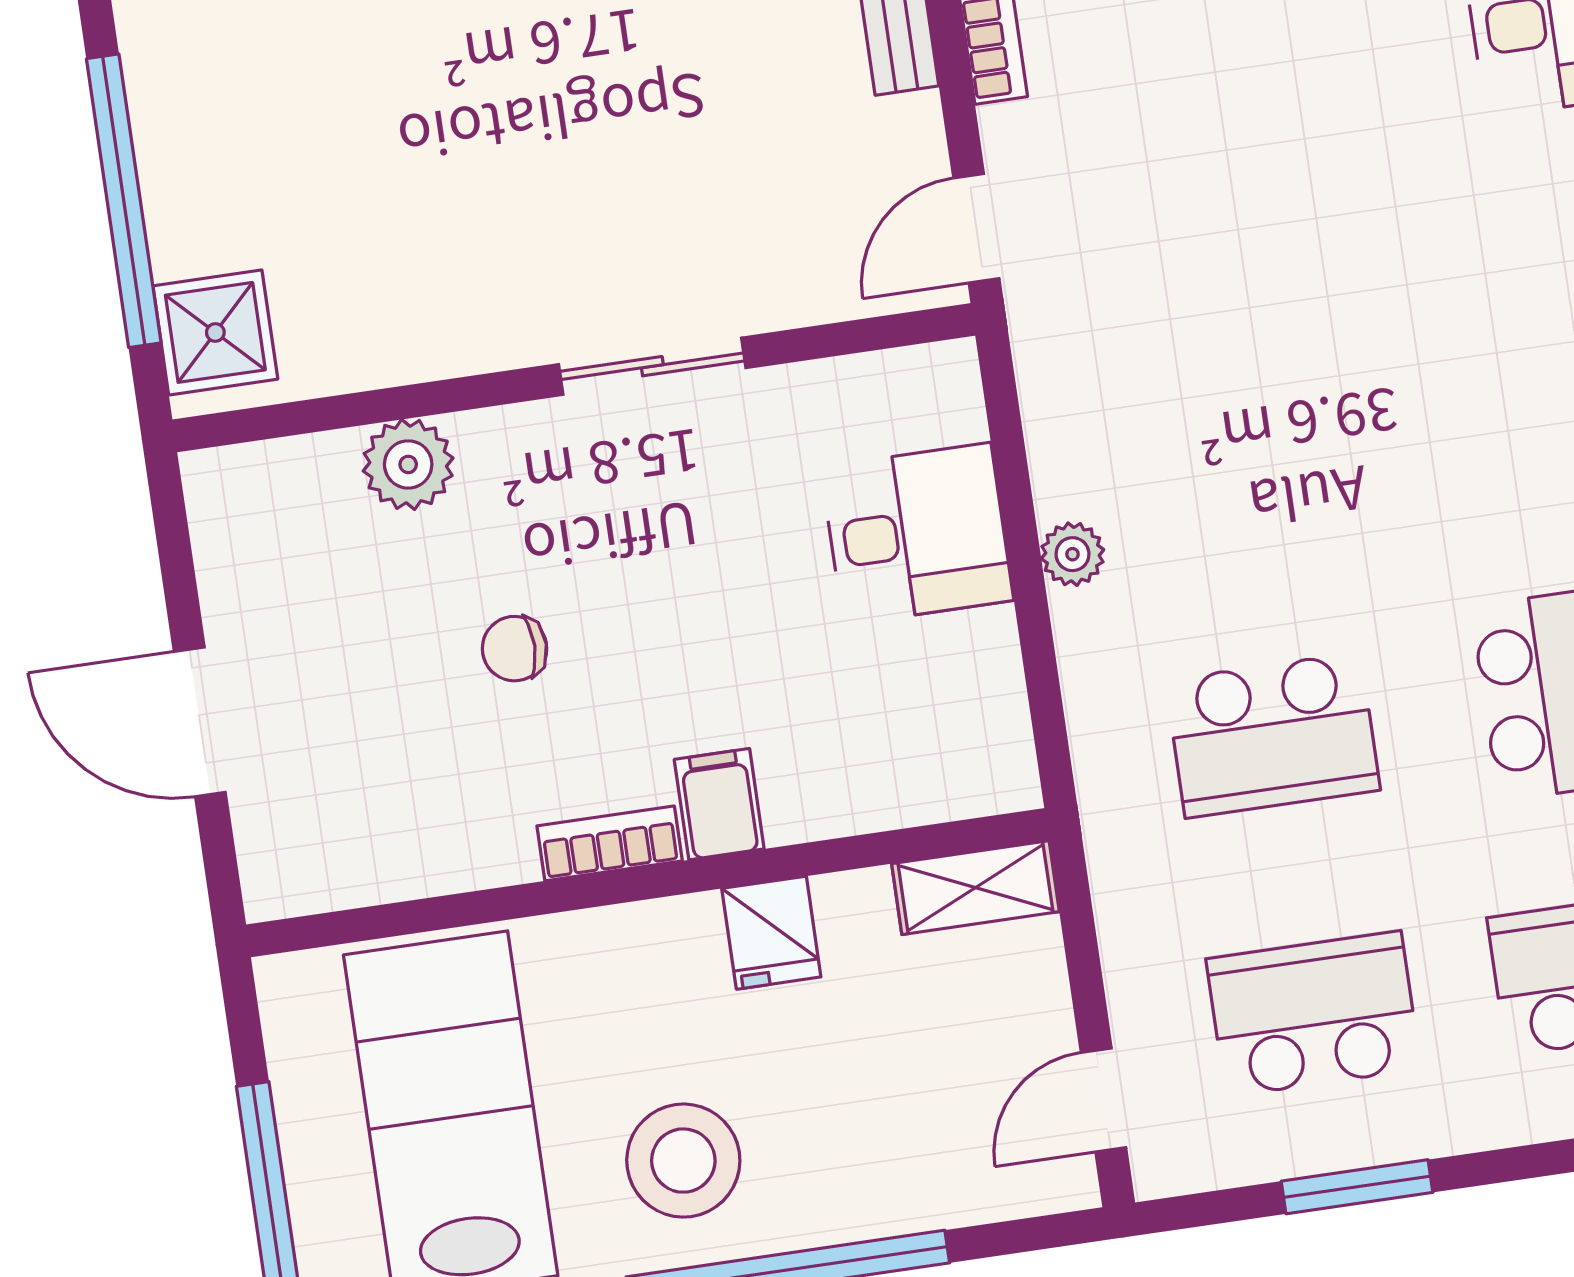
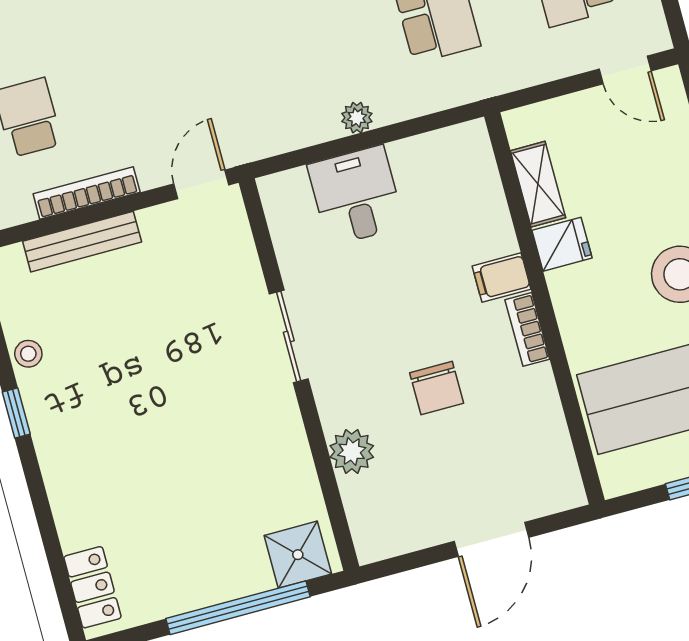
door: (976, 228) -> (201, 184), swing flipped
chair: (515, 649) -> (437, 388), width x1.37, depth x1.37
shelving: (975, 888) -> (538, 184), moved

